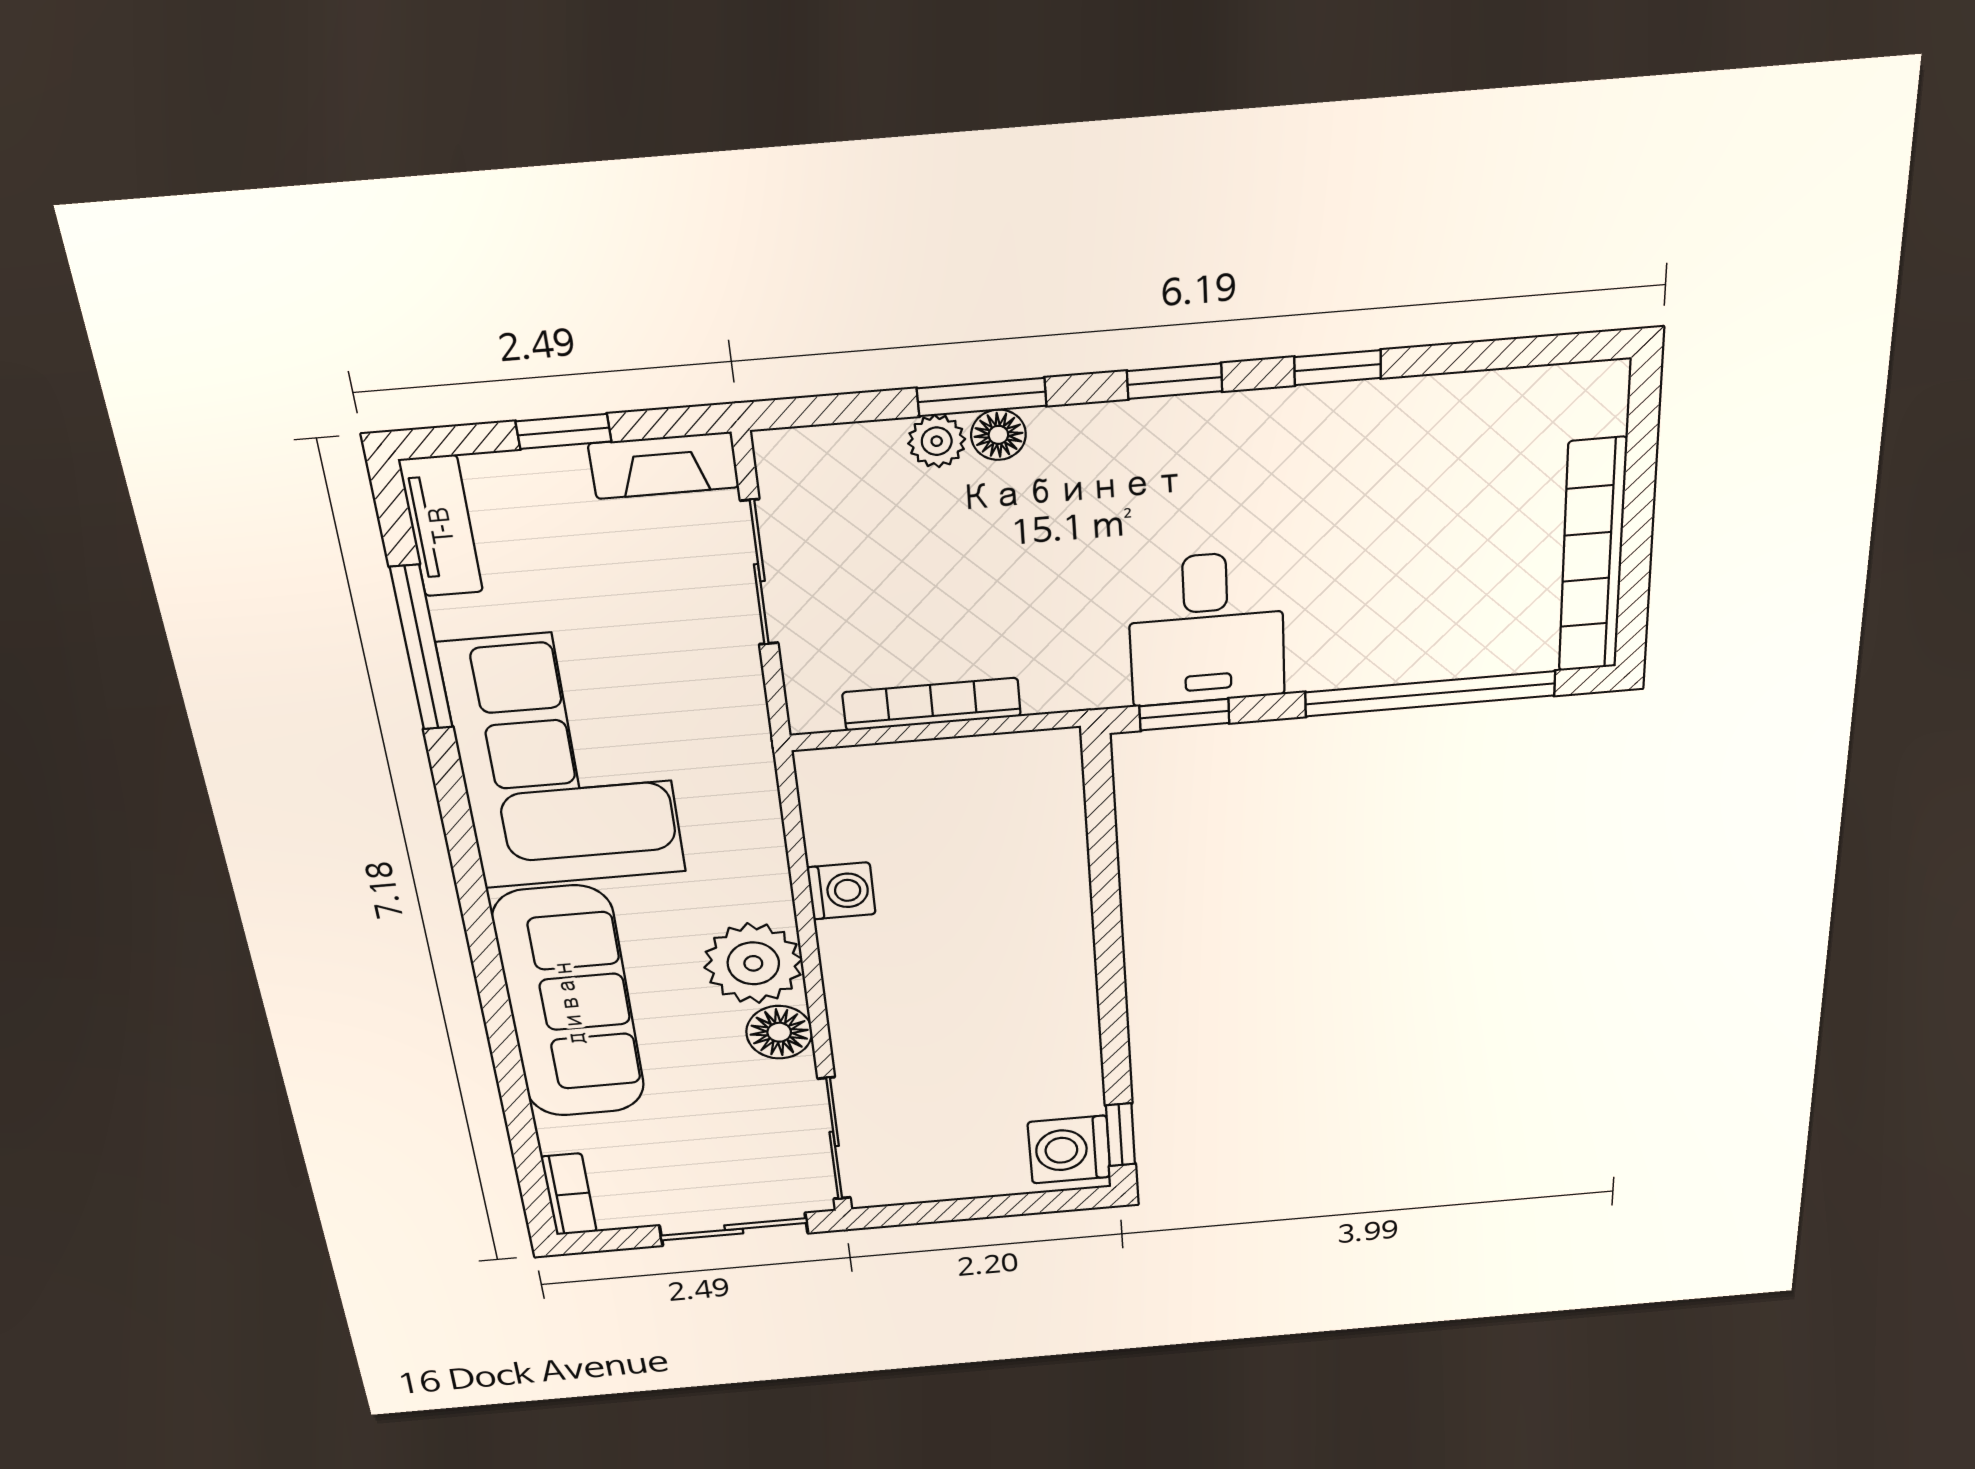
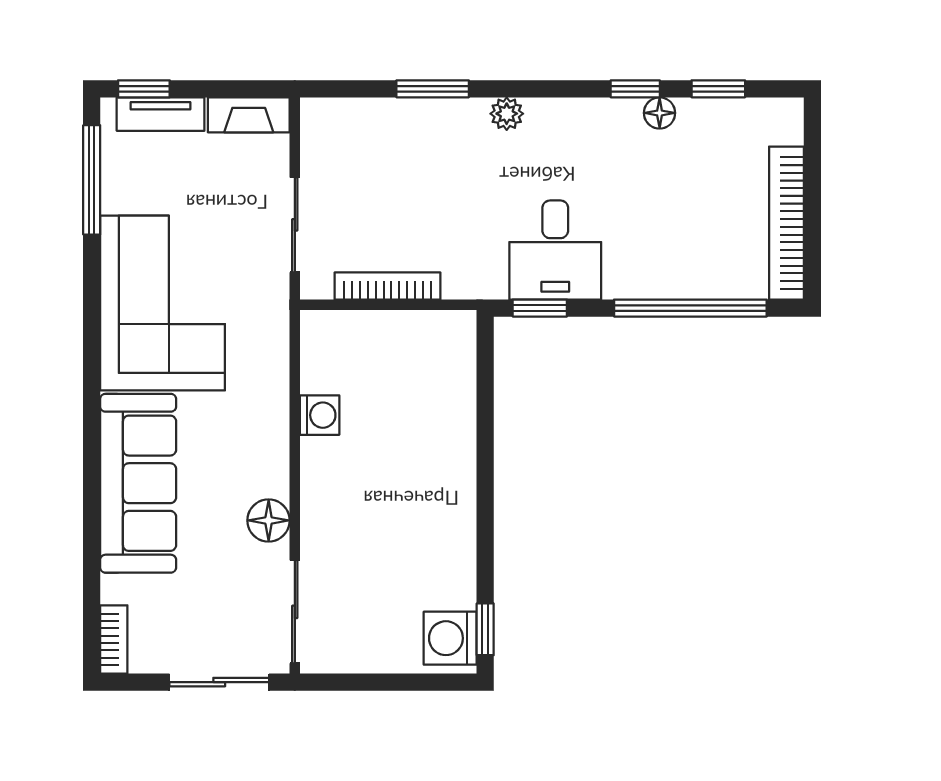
window: (1175, 381) -> (718, 89), moved
window: (564, 432) -> (144, 89), moved
floor lamp: (998, 435) -> (660, 113), moved
plant: (937, 441) -> (507, 114), moved
tv unit: (441, 526) -> (161, 114), moved, turned 90
sliding door: (759, 573) -> (295, 225), moved
window: (422, 648) -> (92, 180), moved
plant: (753, 963) -> (258, 465), removed

